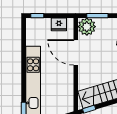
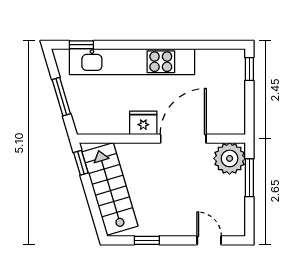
fridge: (59, 24) -> (143, 123), moved, turned 90

